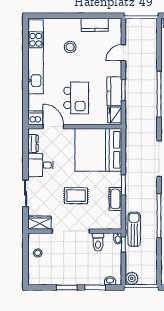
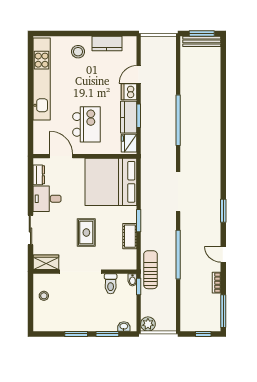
stool: (70, 47) -> (78, 52), moved
dishwasher: (35, 118) -> (129, 92), moved, turned -90
rug: (76, 196) -> (86, 233), turned 90

